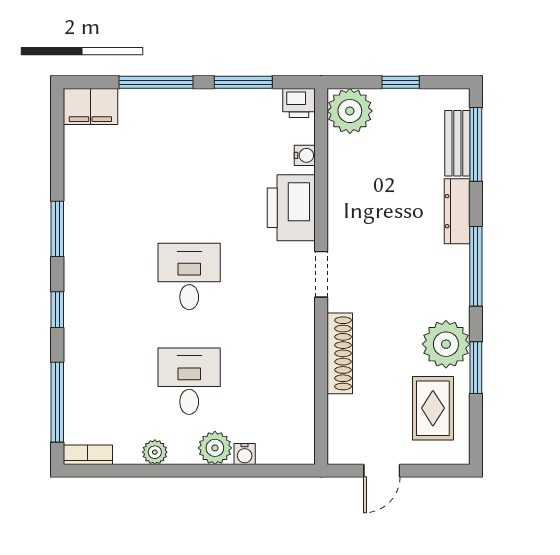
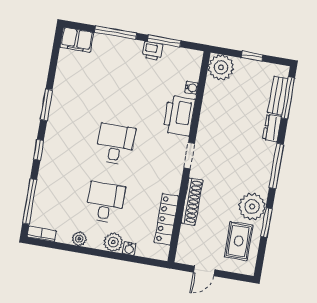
printer: (299, 103) -> (153, 51), moved
dresser: (457, 211) -> (272, 128), width x0.70
locker: (301, 392) -> (166, 219), added

